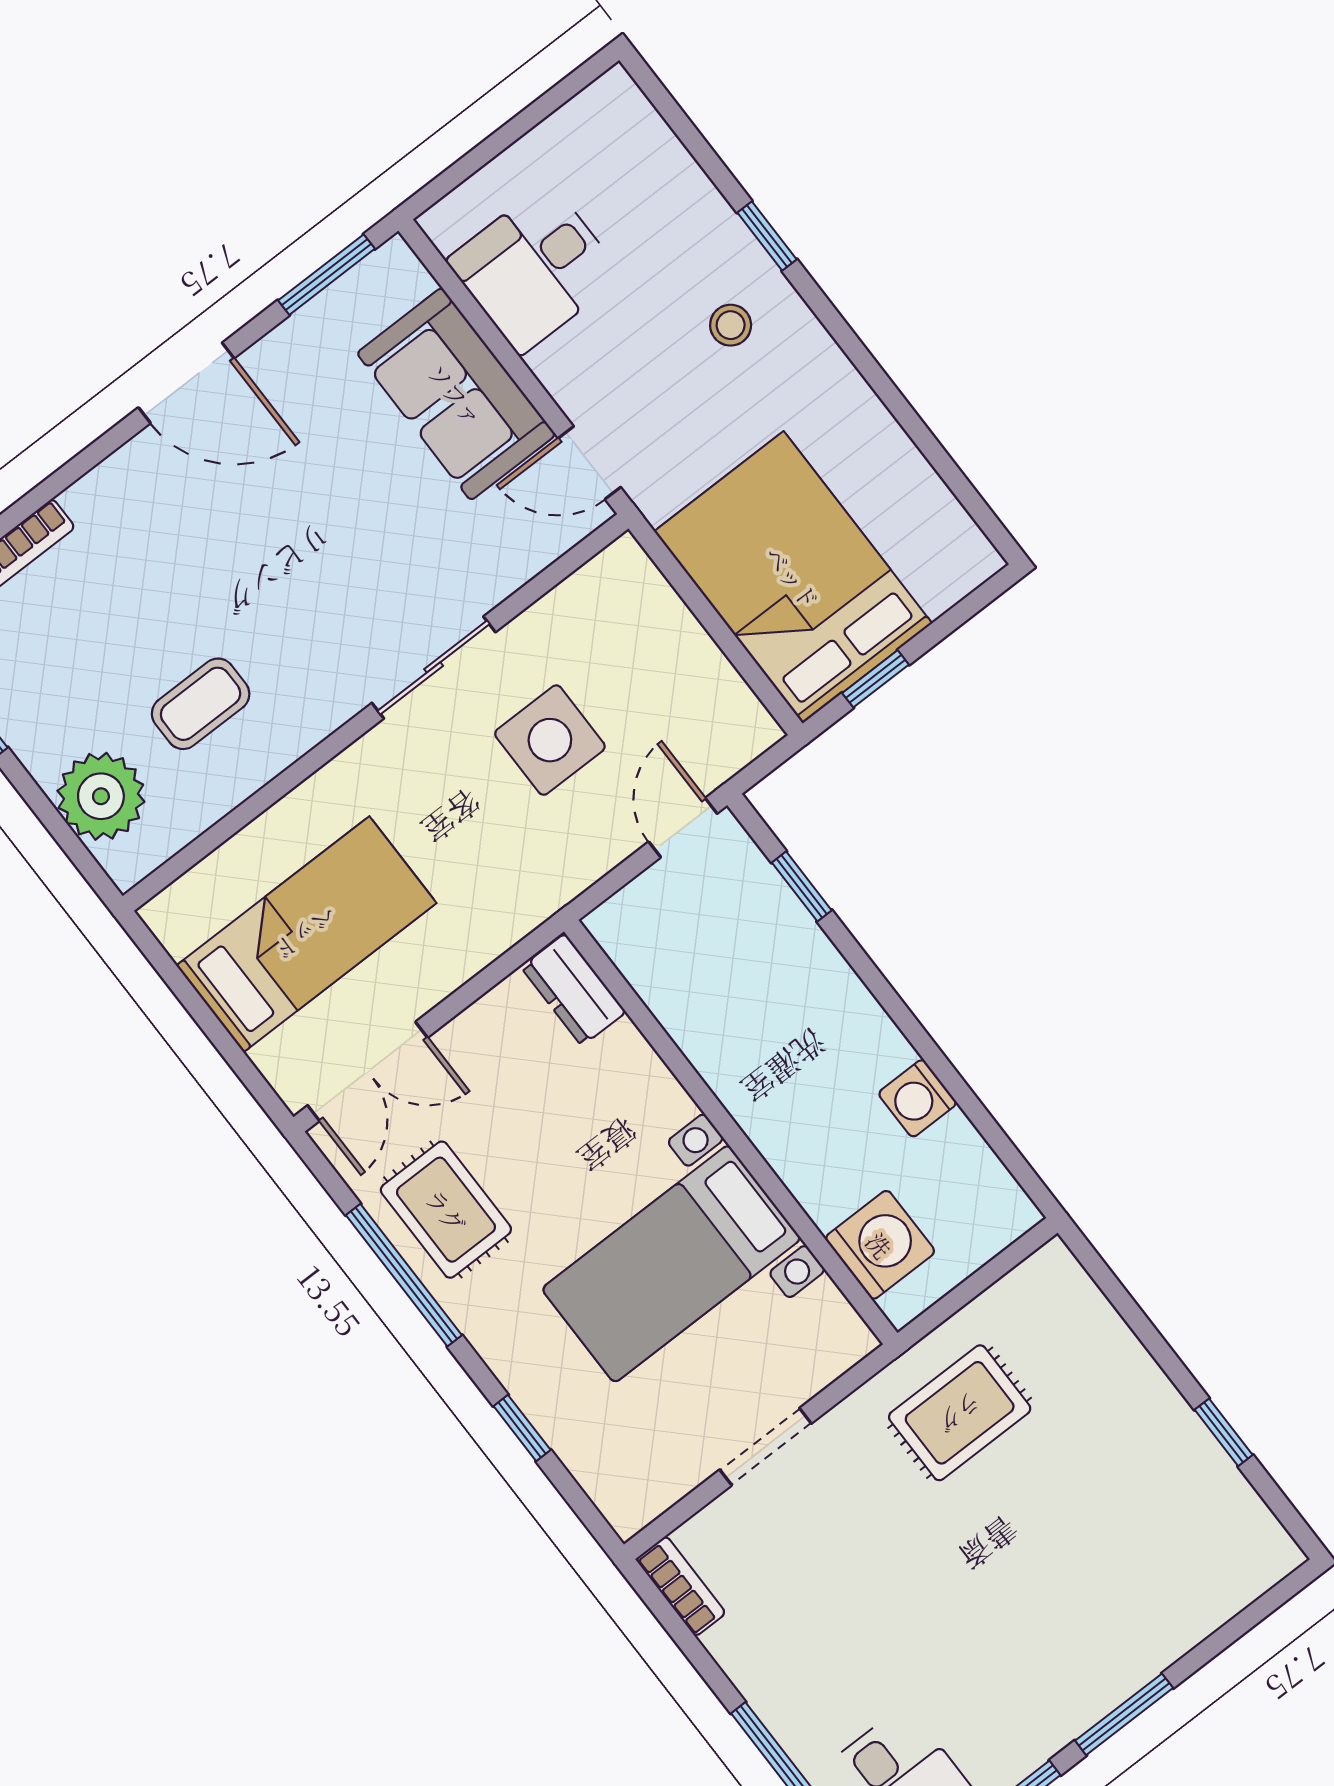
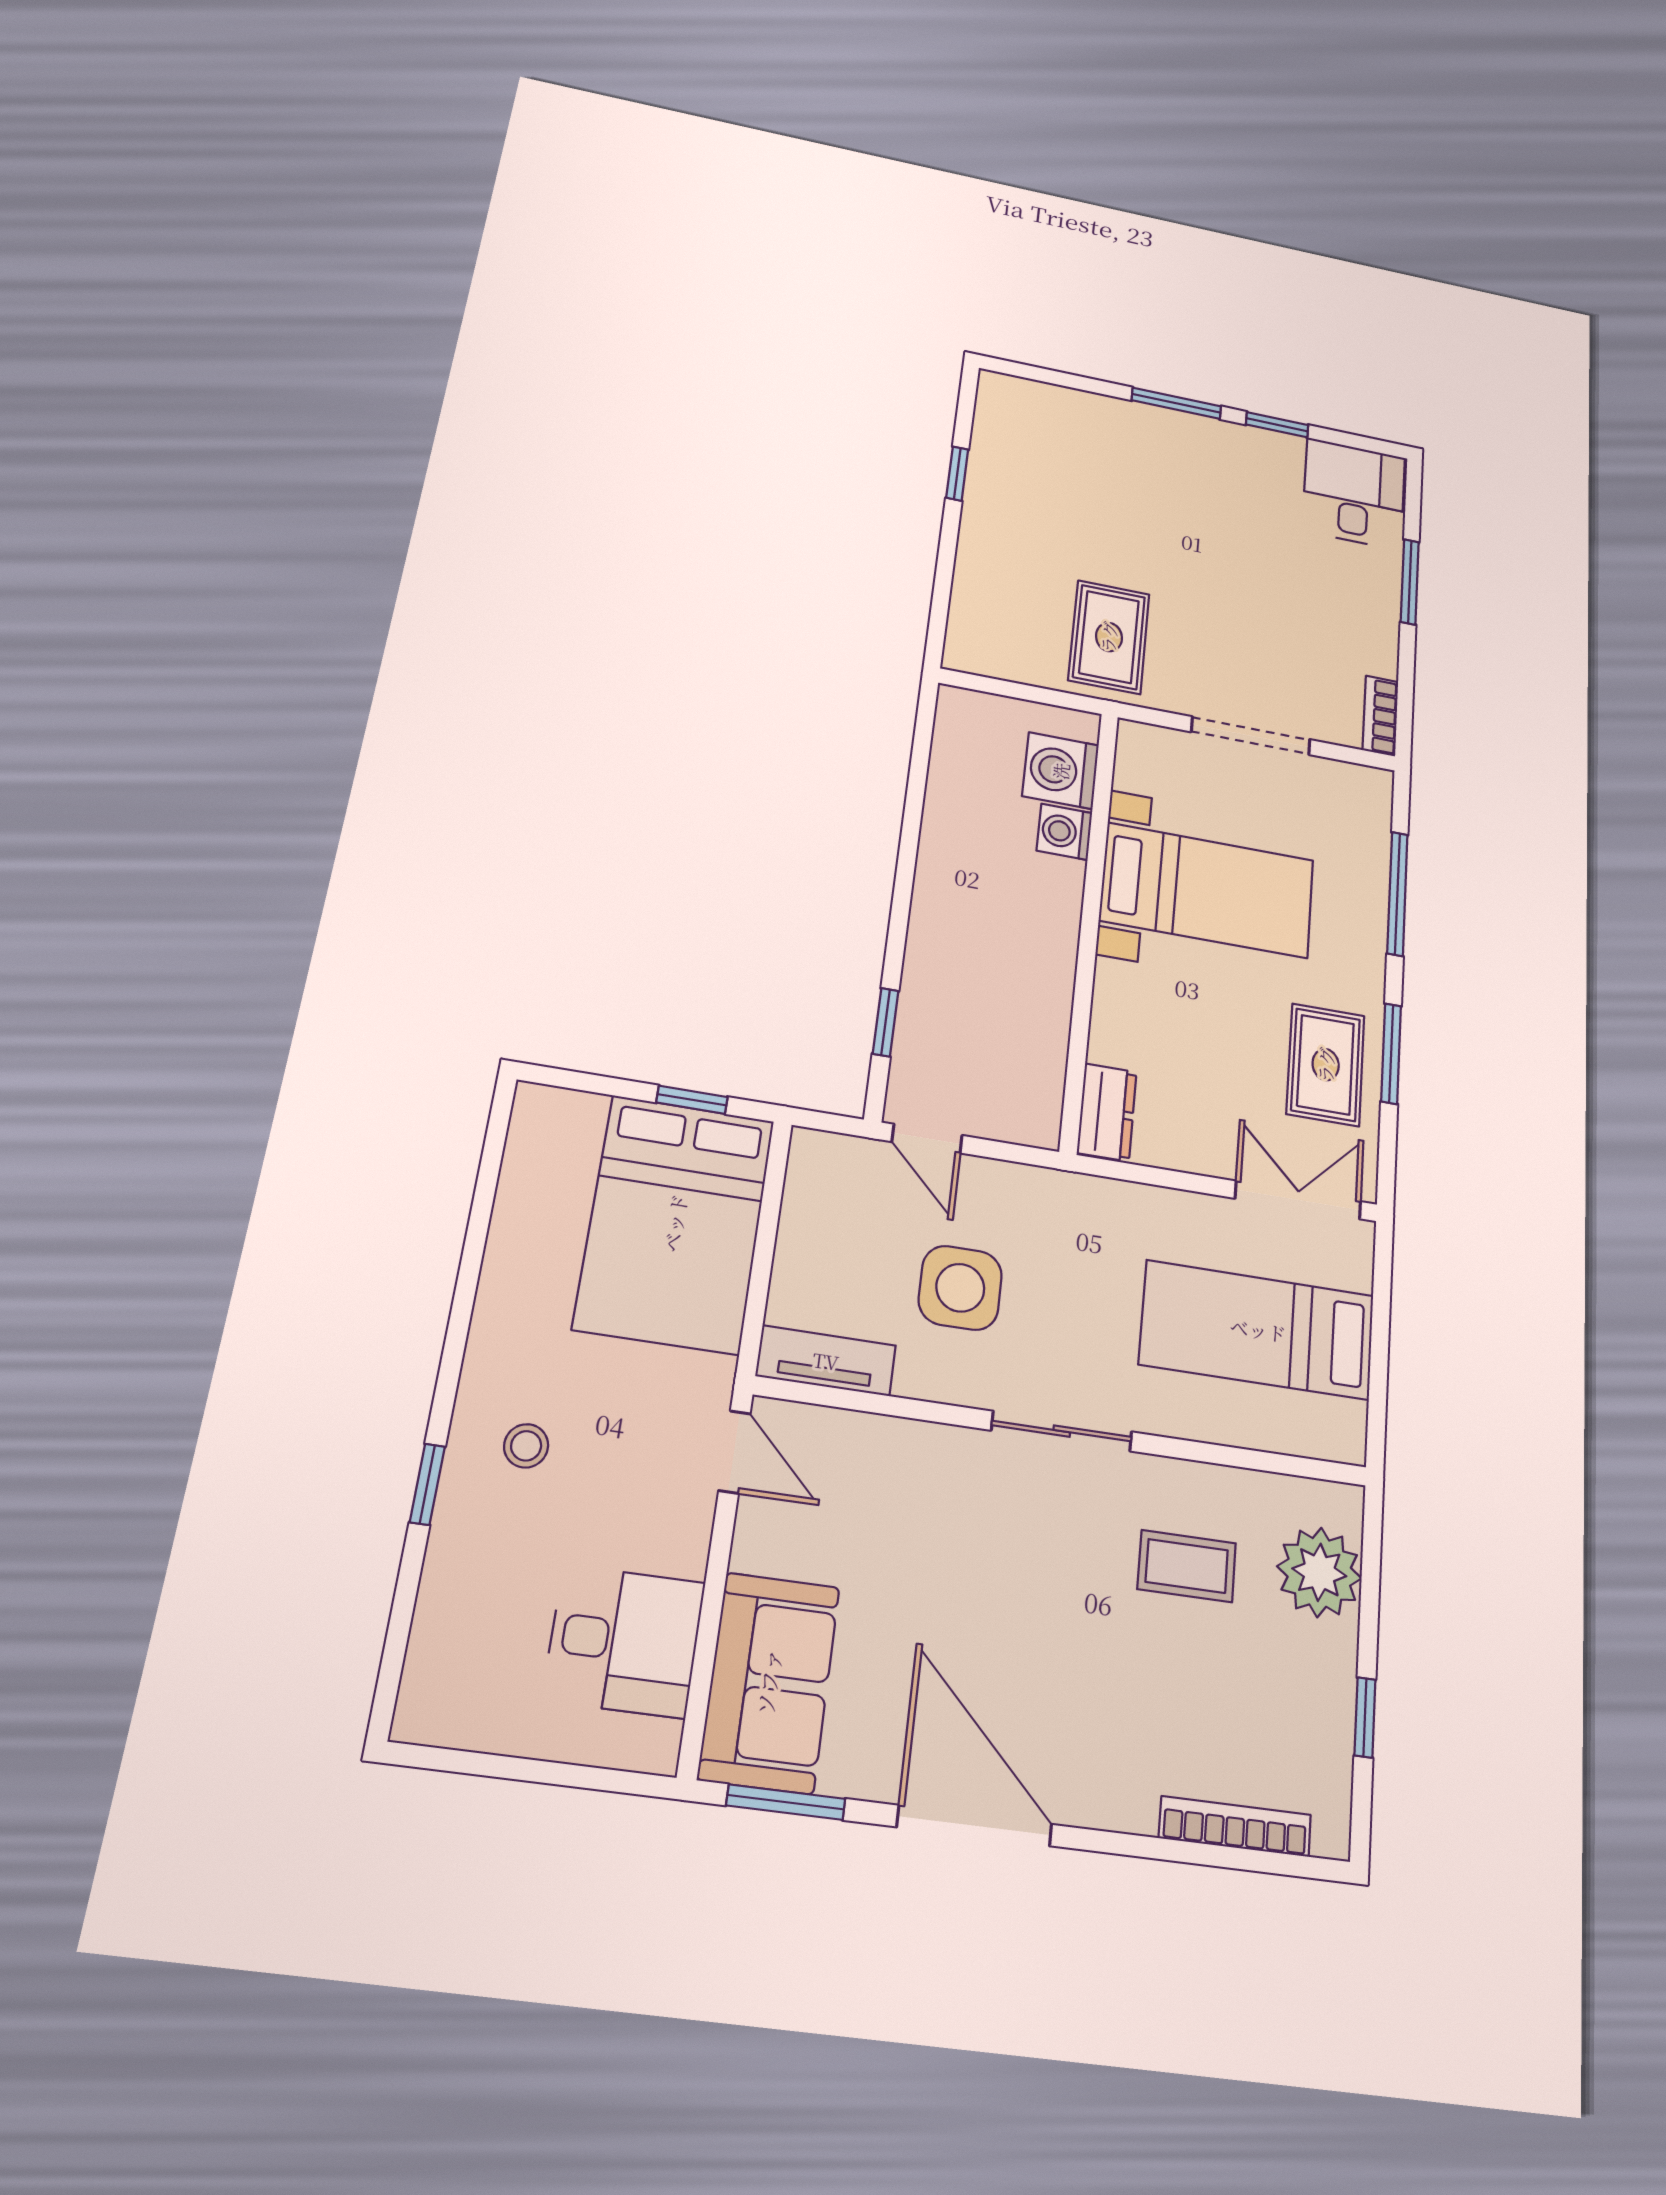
door: (186, 383) -> (975, 1826), width x1.36
sofa: (456, 394) -> (769, 1682), moved
tv unit: (591, 589) -> (826, 1361), added
sliding door: (434, 667) -> (1062, 1431), moved
door: (683, 828) -> (927, 1139), hinge flipped
washing machine: (917, 1098) -> (1064, 832), moved, turned 180
window: (404, 1275) -> (1391, 1053), width x0.69
rug: (960, 1413) -> (1109, 637), turned 90
window: (522, 1428) -> (1397, 894), width x2.17
doorway: (766, 1447) -> (1251, 736), width x1.38

